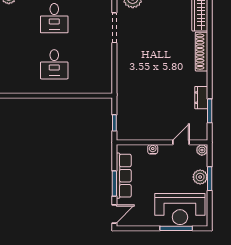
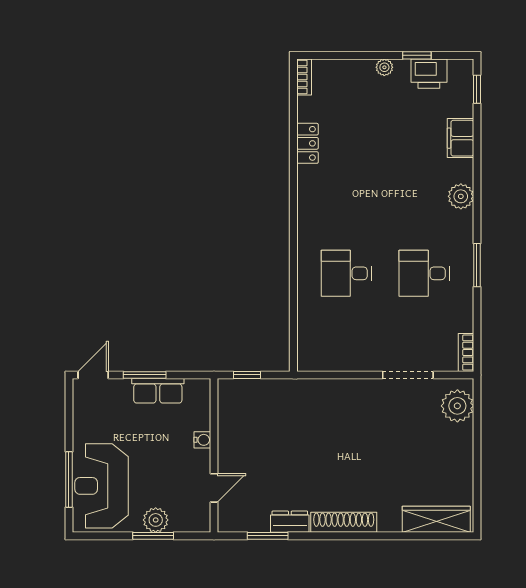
shoe rack: (202, 52) -> (344, 522), moved
door: (181, 142) -> (214, 488), hinge flipped
plant: (202, 150) -> (201, 523), removed
row of seats: (124, 176) -> (158, 391), width x0.68
door: (114, 214) -> (93, 375), swing flipped

